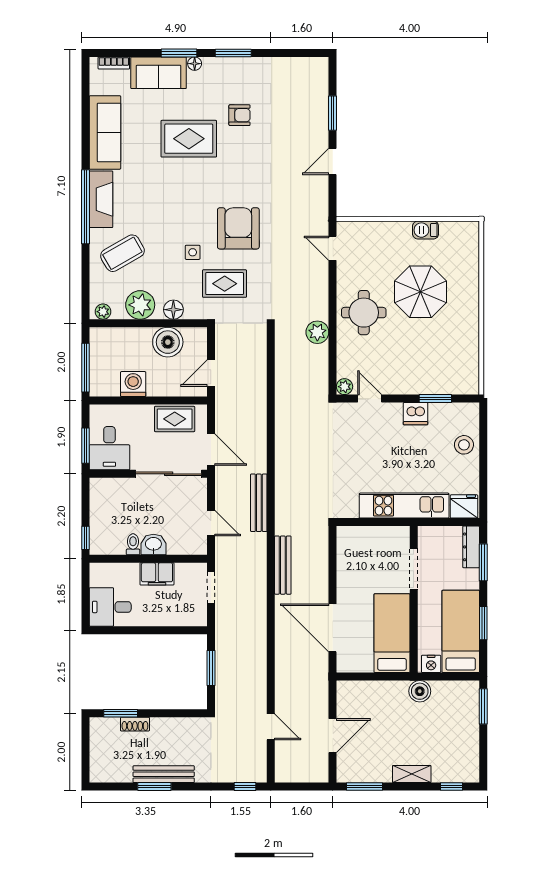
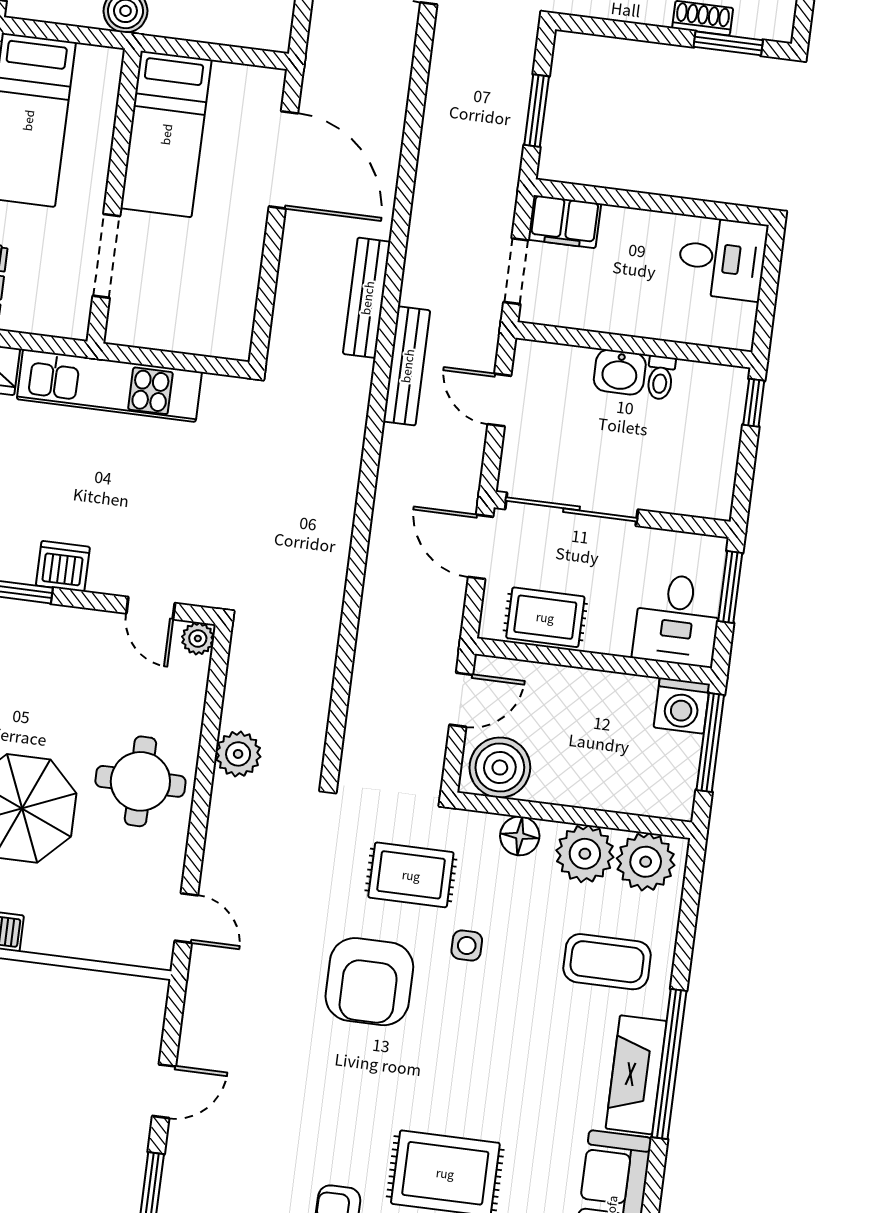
coffee table: (122, 253) -> (607, 962), turned 30
plant: (103, 312) -> (646, 862), width x1.87, depth x1.87
boiler: (168, 342) -> (500, 767), moved
washing machine: (133, 384) -> (682, 706), moved
desk: (109, 448) -> (677, 620), moved, turned 180
bench: (259, 503) -> (407, 366), moved
filing cabinet: (157, 574) -> (564, 222), moved, turned 180
nightstand: (431, 664) -> (96, 63), removed

